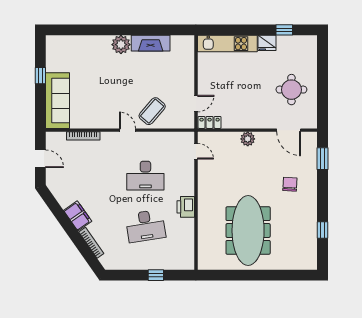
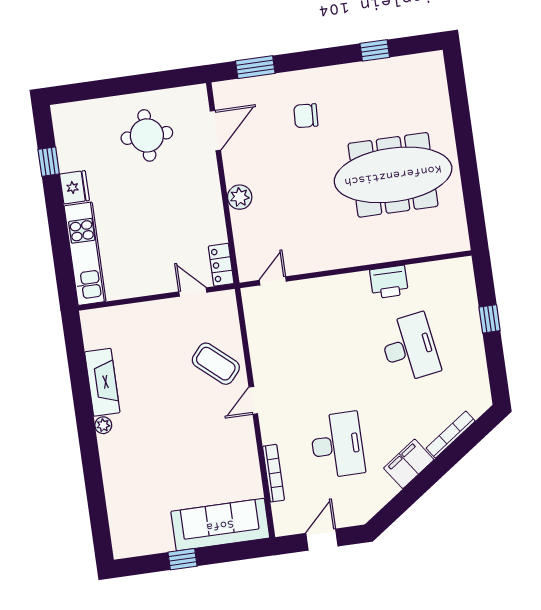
plant: (121, 45) -> (103, 425), width x0.53, depth x0.53
desk: (145, 176) -> (337, 445), moved
printer: (186, 207) -> (389, 282), moved

